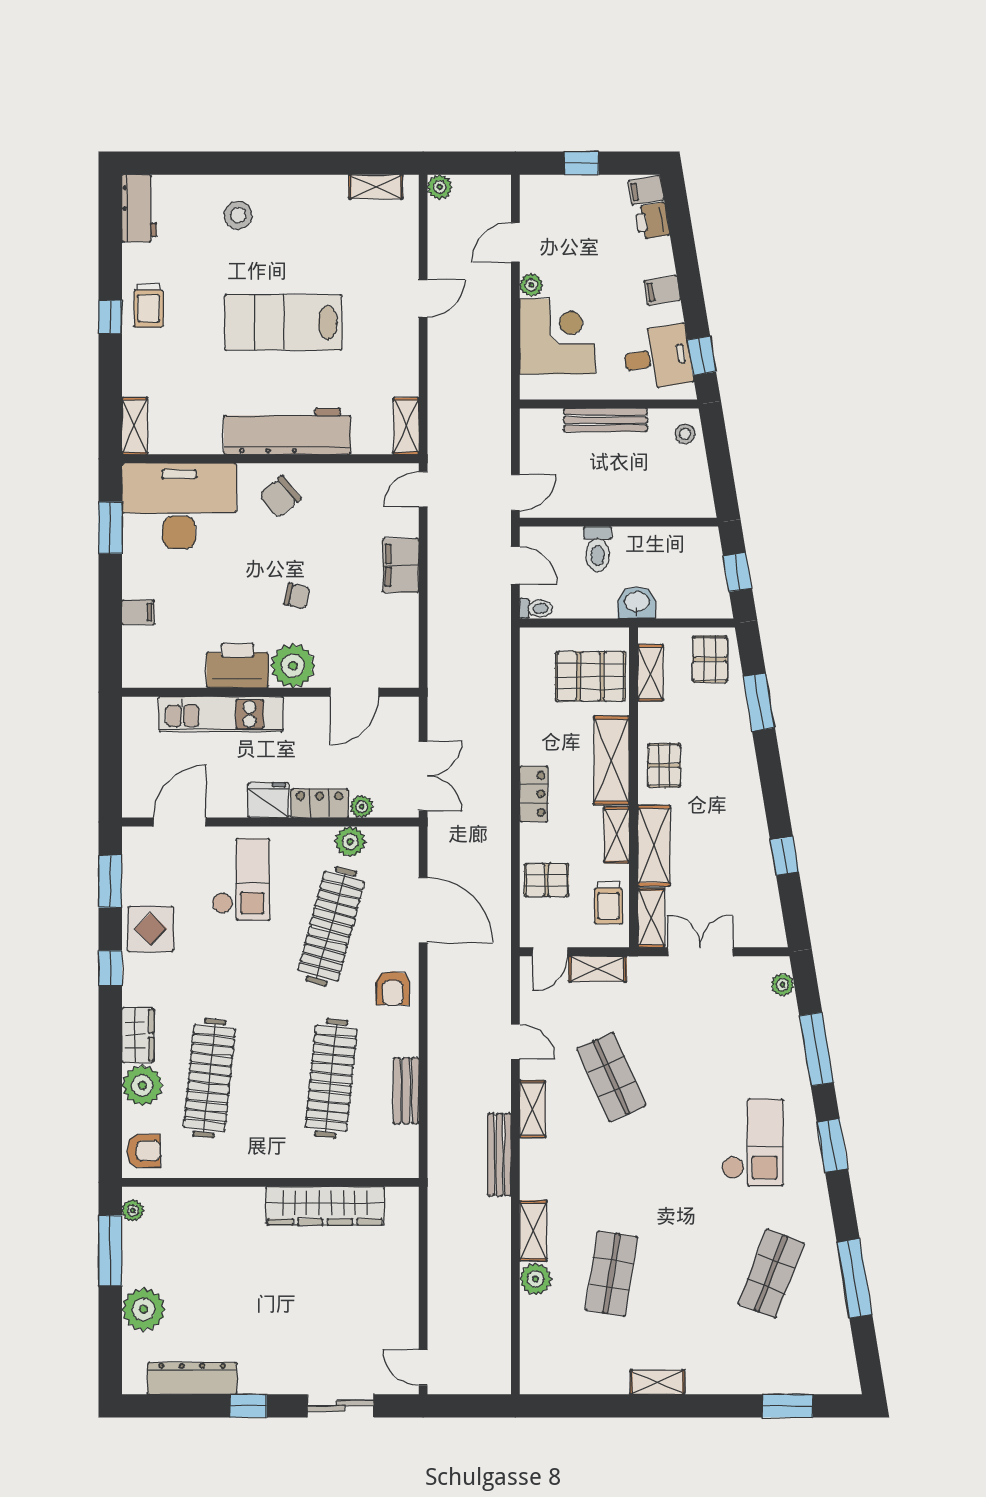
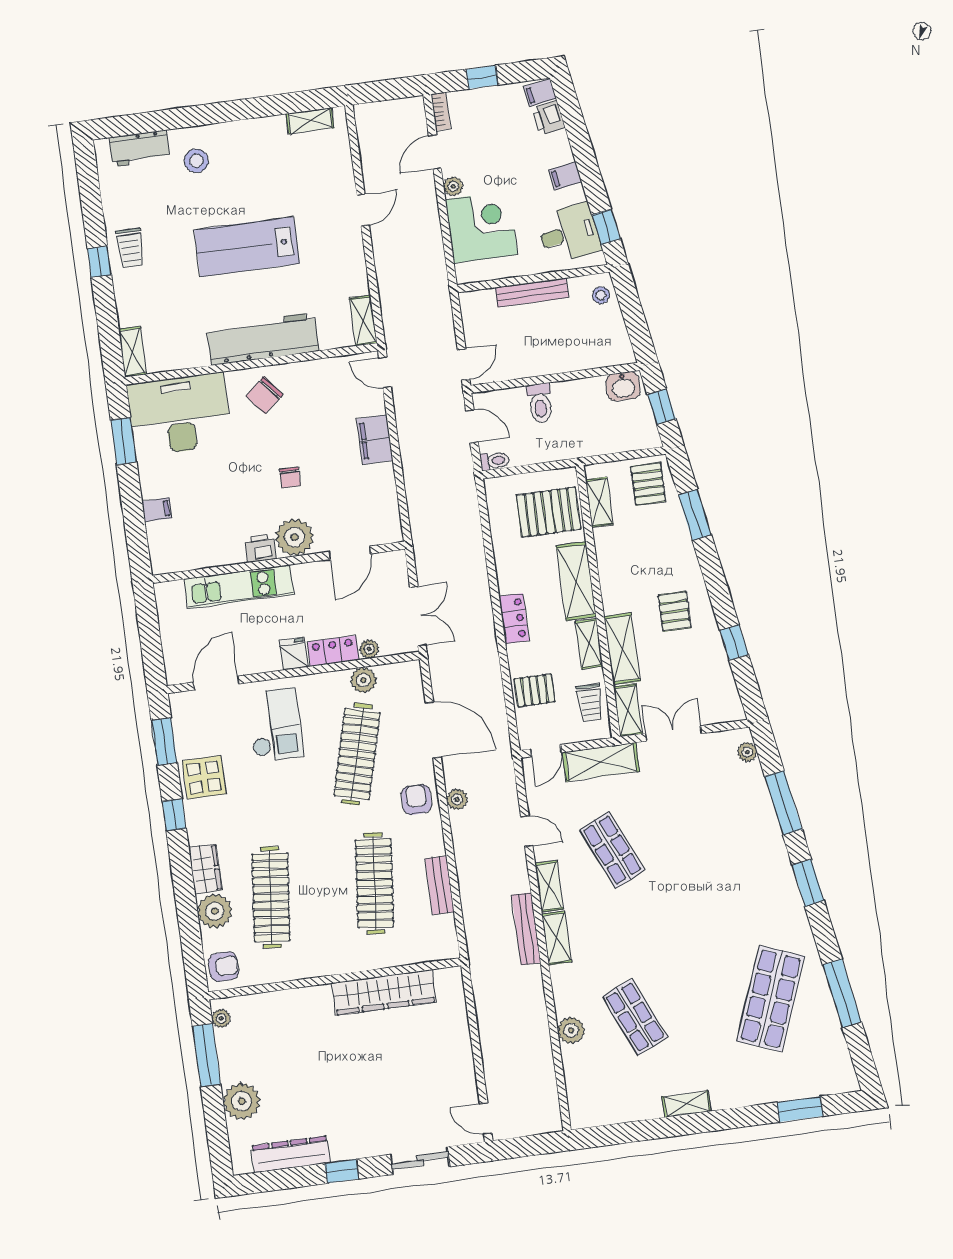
plant: (440, 187) -> (457, 799), moved
bookcase: (528, 196) -> (441, 111), added
workbench: (139, 208) -> (140, 148), moved, turned 90
door: (423, 489) -> (385, 372), hinge flipped
chair: (297, 596) -> (290, 477), turned 77
washbasin: (637, 603) -> (623, 386), moved, turned 180
printer: (237, 666) -> (260, 548), width x0.53, depth x0.68
pallet: (664, 765) -> (675, 611), moved
fridge: (268, 800) -> (294, 654), width x0.72
shelving: (598, 969) -> (601, 762), width x1.50, depth x1.33
armchair: (393, 988) -> (416, 800), turned 180
checkout: (753, 1142) -> (740, 889), removed
shelving: (533, 1231) -> (557, 938), moved
shop shelf: (611, 1273) -> (635, 1017), turned -33
shop shelf: (771, 1273) -> (771, 999), width x1.43, depth x1.36

